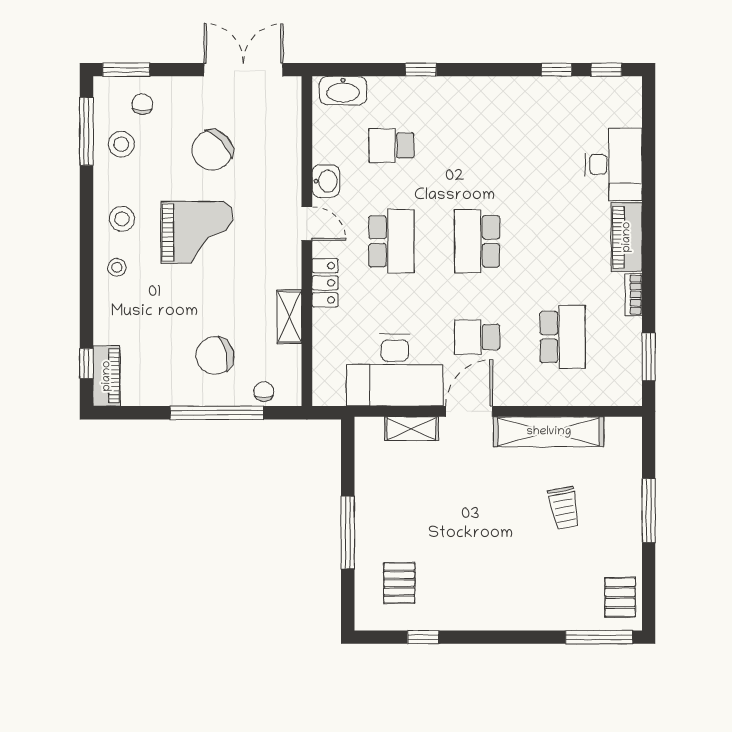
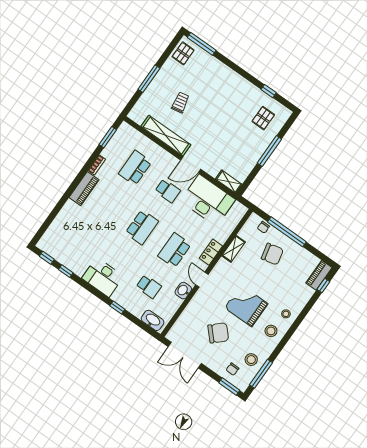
desk: (614, 164) -> (103, 277), moved, turned -90
shelving: (411, 429) -> (229, 182), moved

